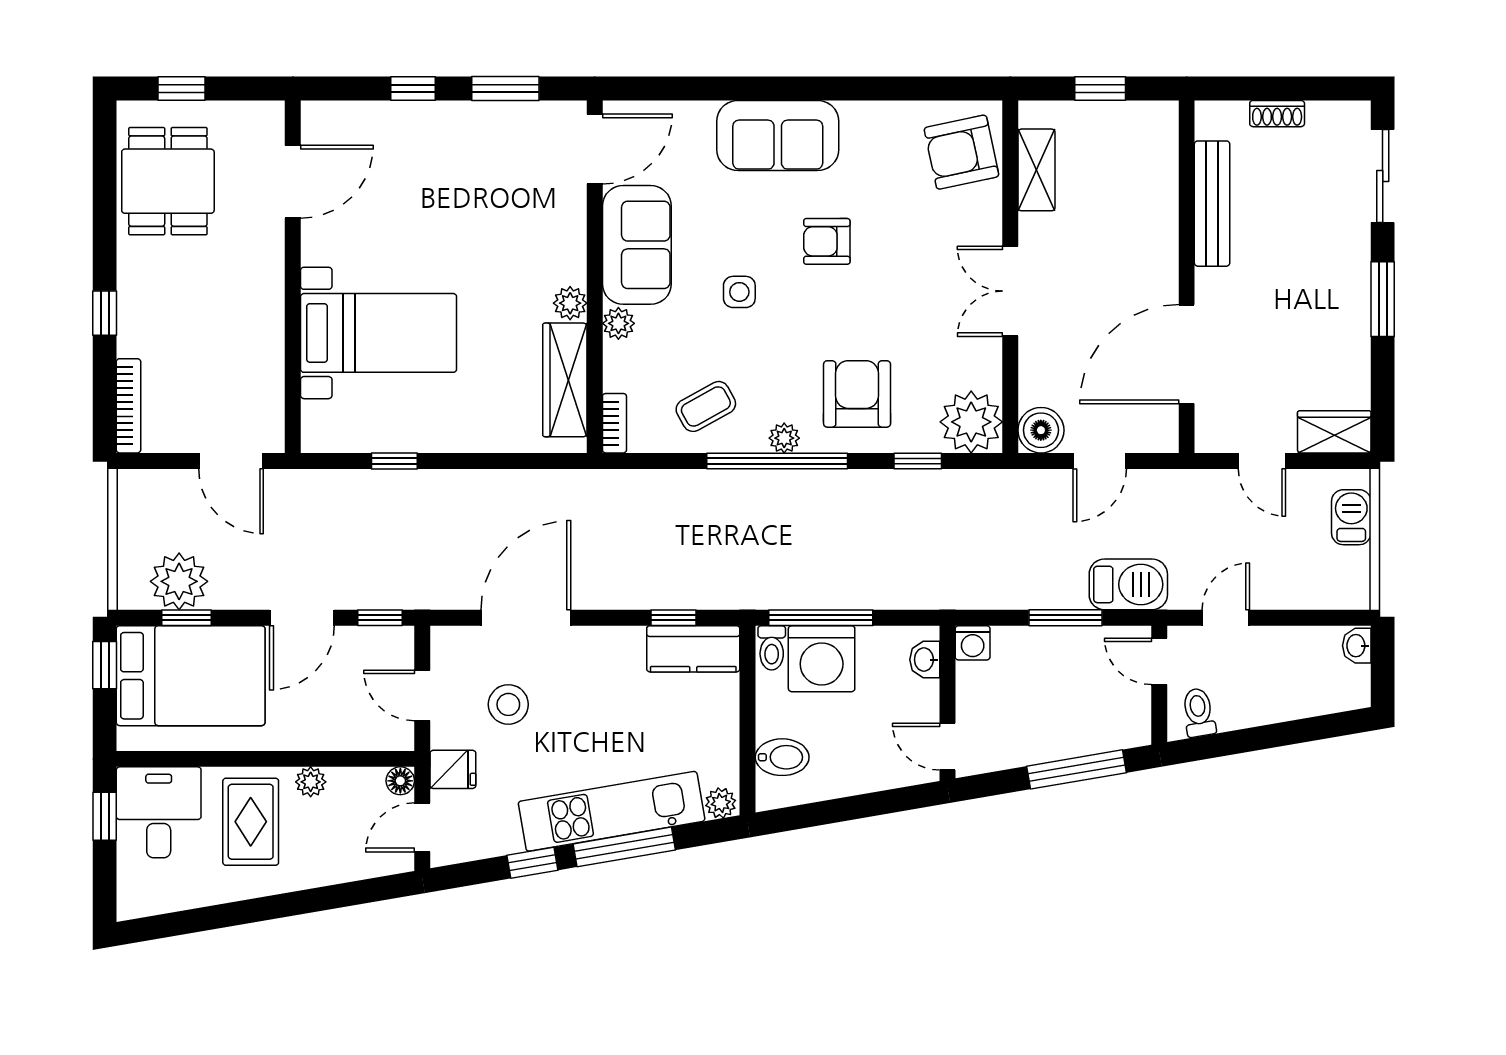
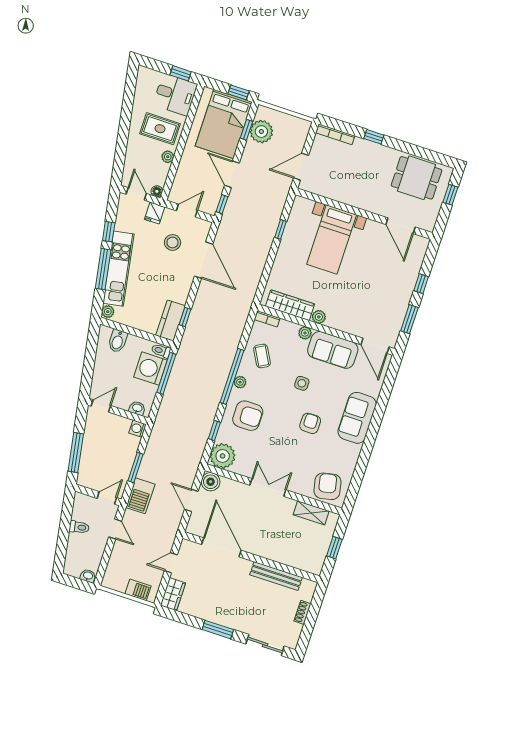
toilet: (1199, 712) -> (79, 527), moved

